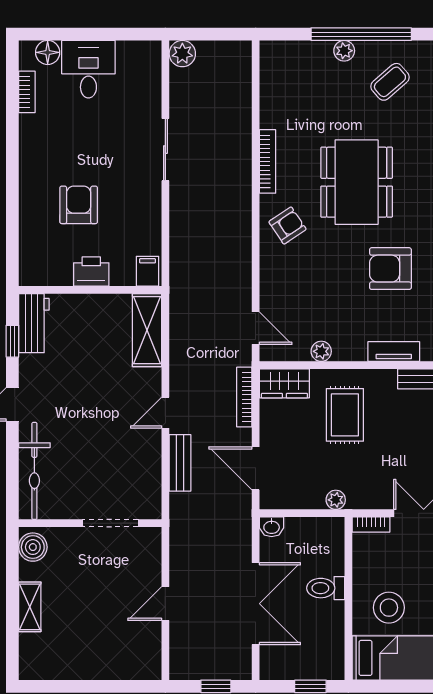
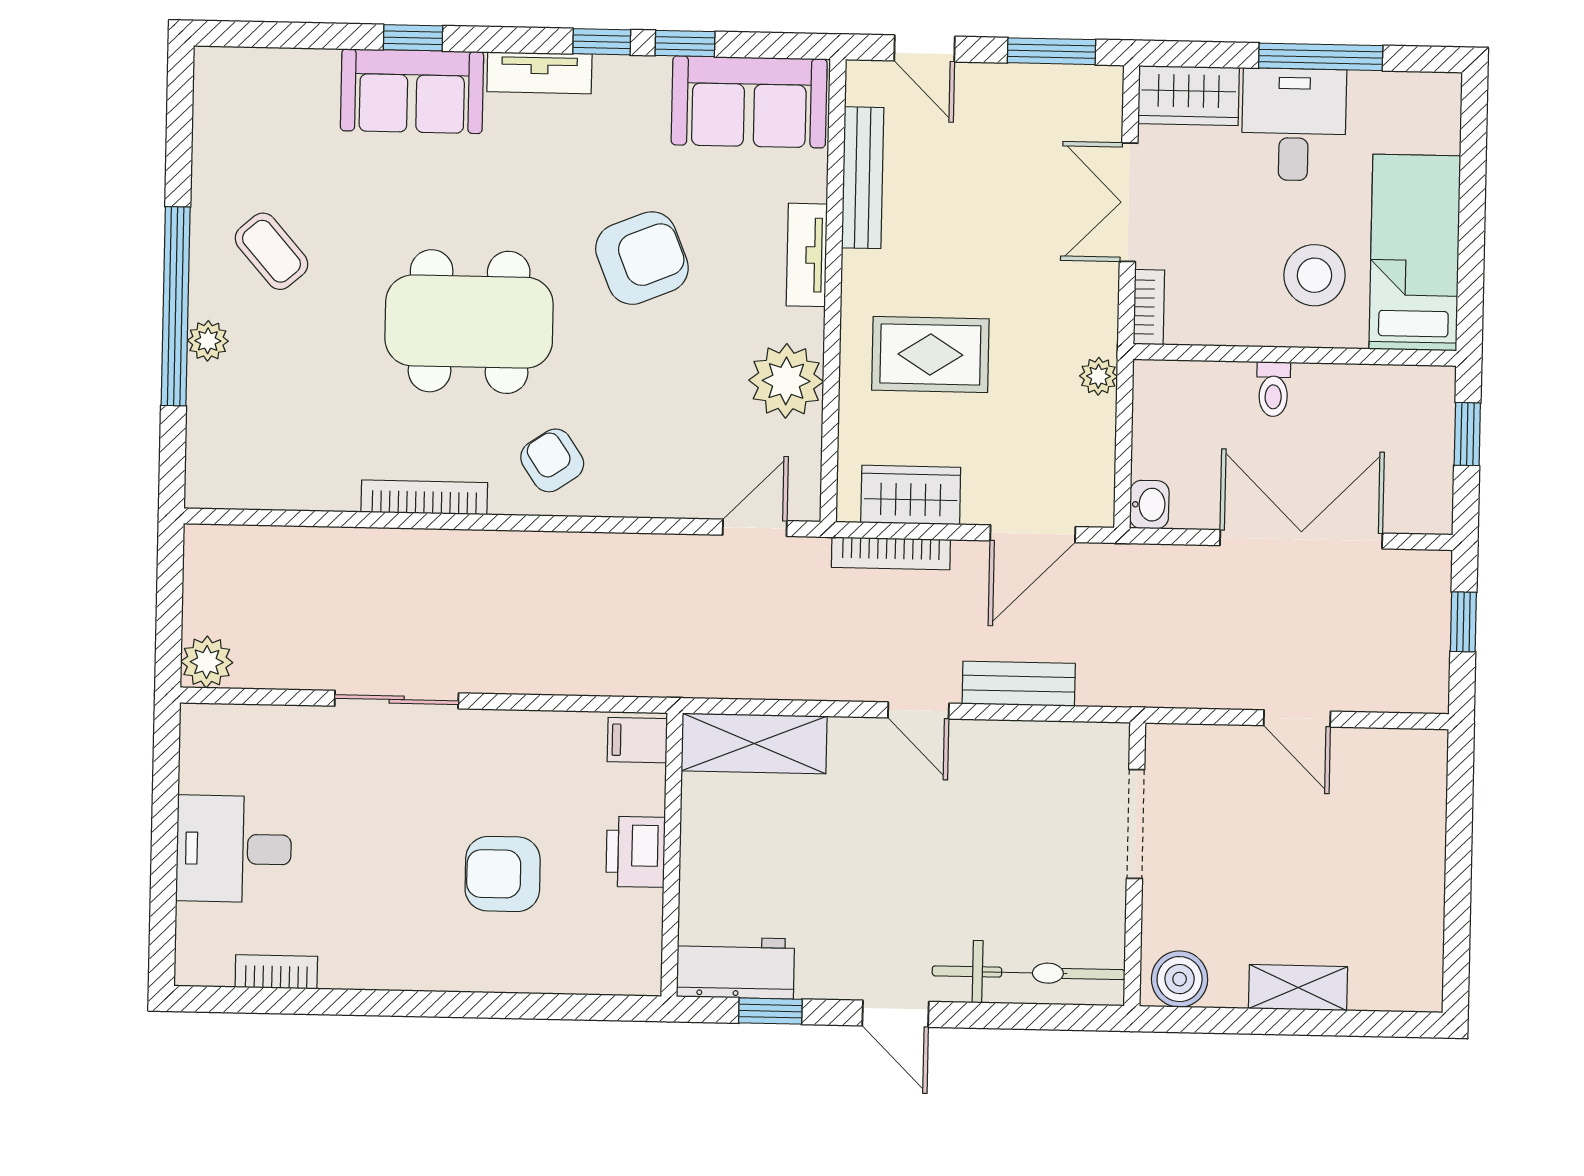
floor lamp: (48, 52) -> (199, 929), removed
armchair: (390, 269) -> (642, 258), turned -112
plant: (321, 351) -> (786, 381), width x1.87, depth x1.87
wardrobe: (284, 383) -> (911, 495), moved, turned -90
toilet: (326, 588) -> (1273, 389), width x0.73, depth x0.72

